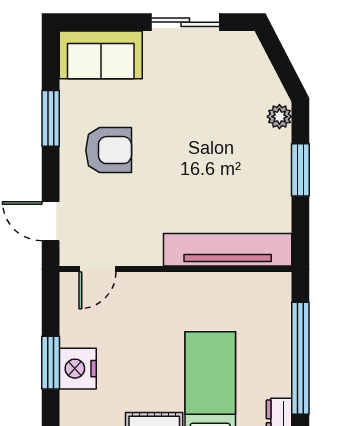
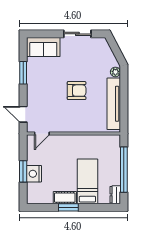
armchair: (109, 150) -> (77, 91), moved
window: (300, 170) -> (124, 94), removed
tv unit: (228, 250) -> (114, 104), moved, turned -90

